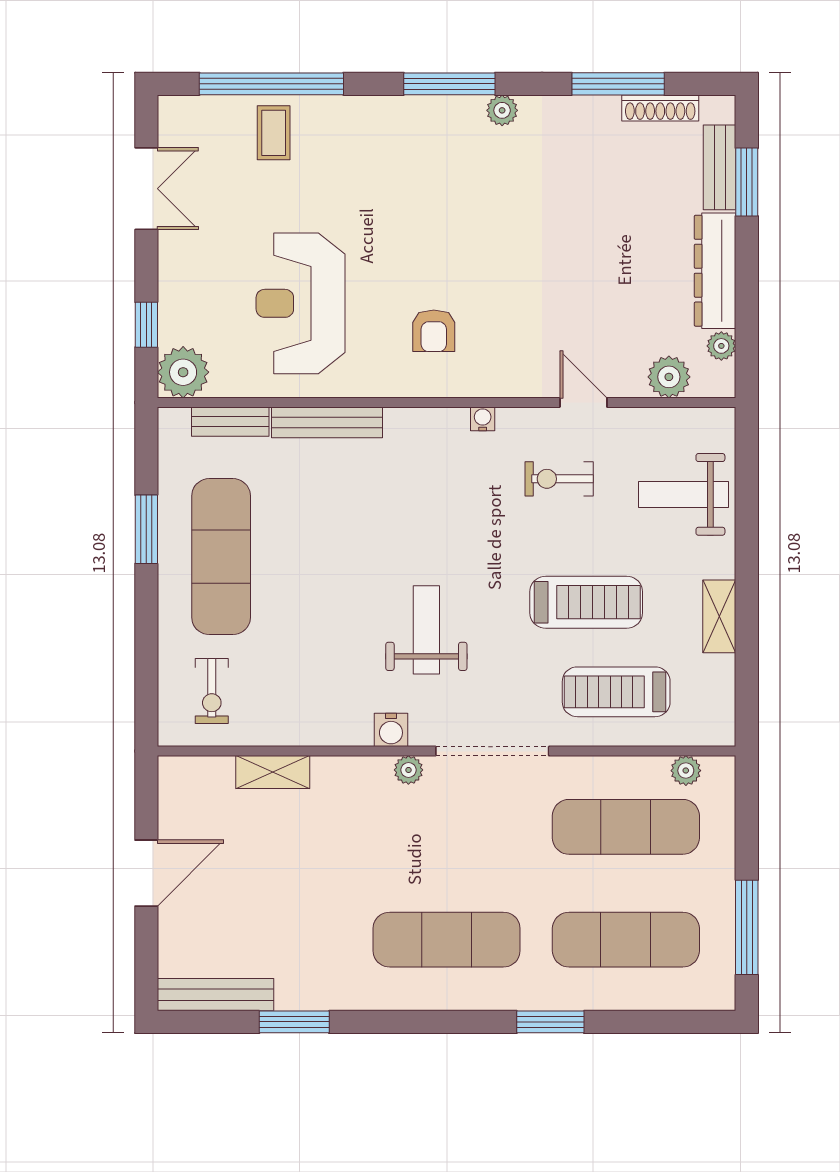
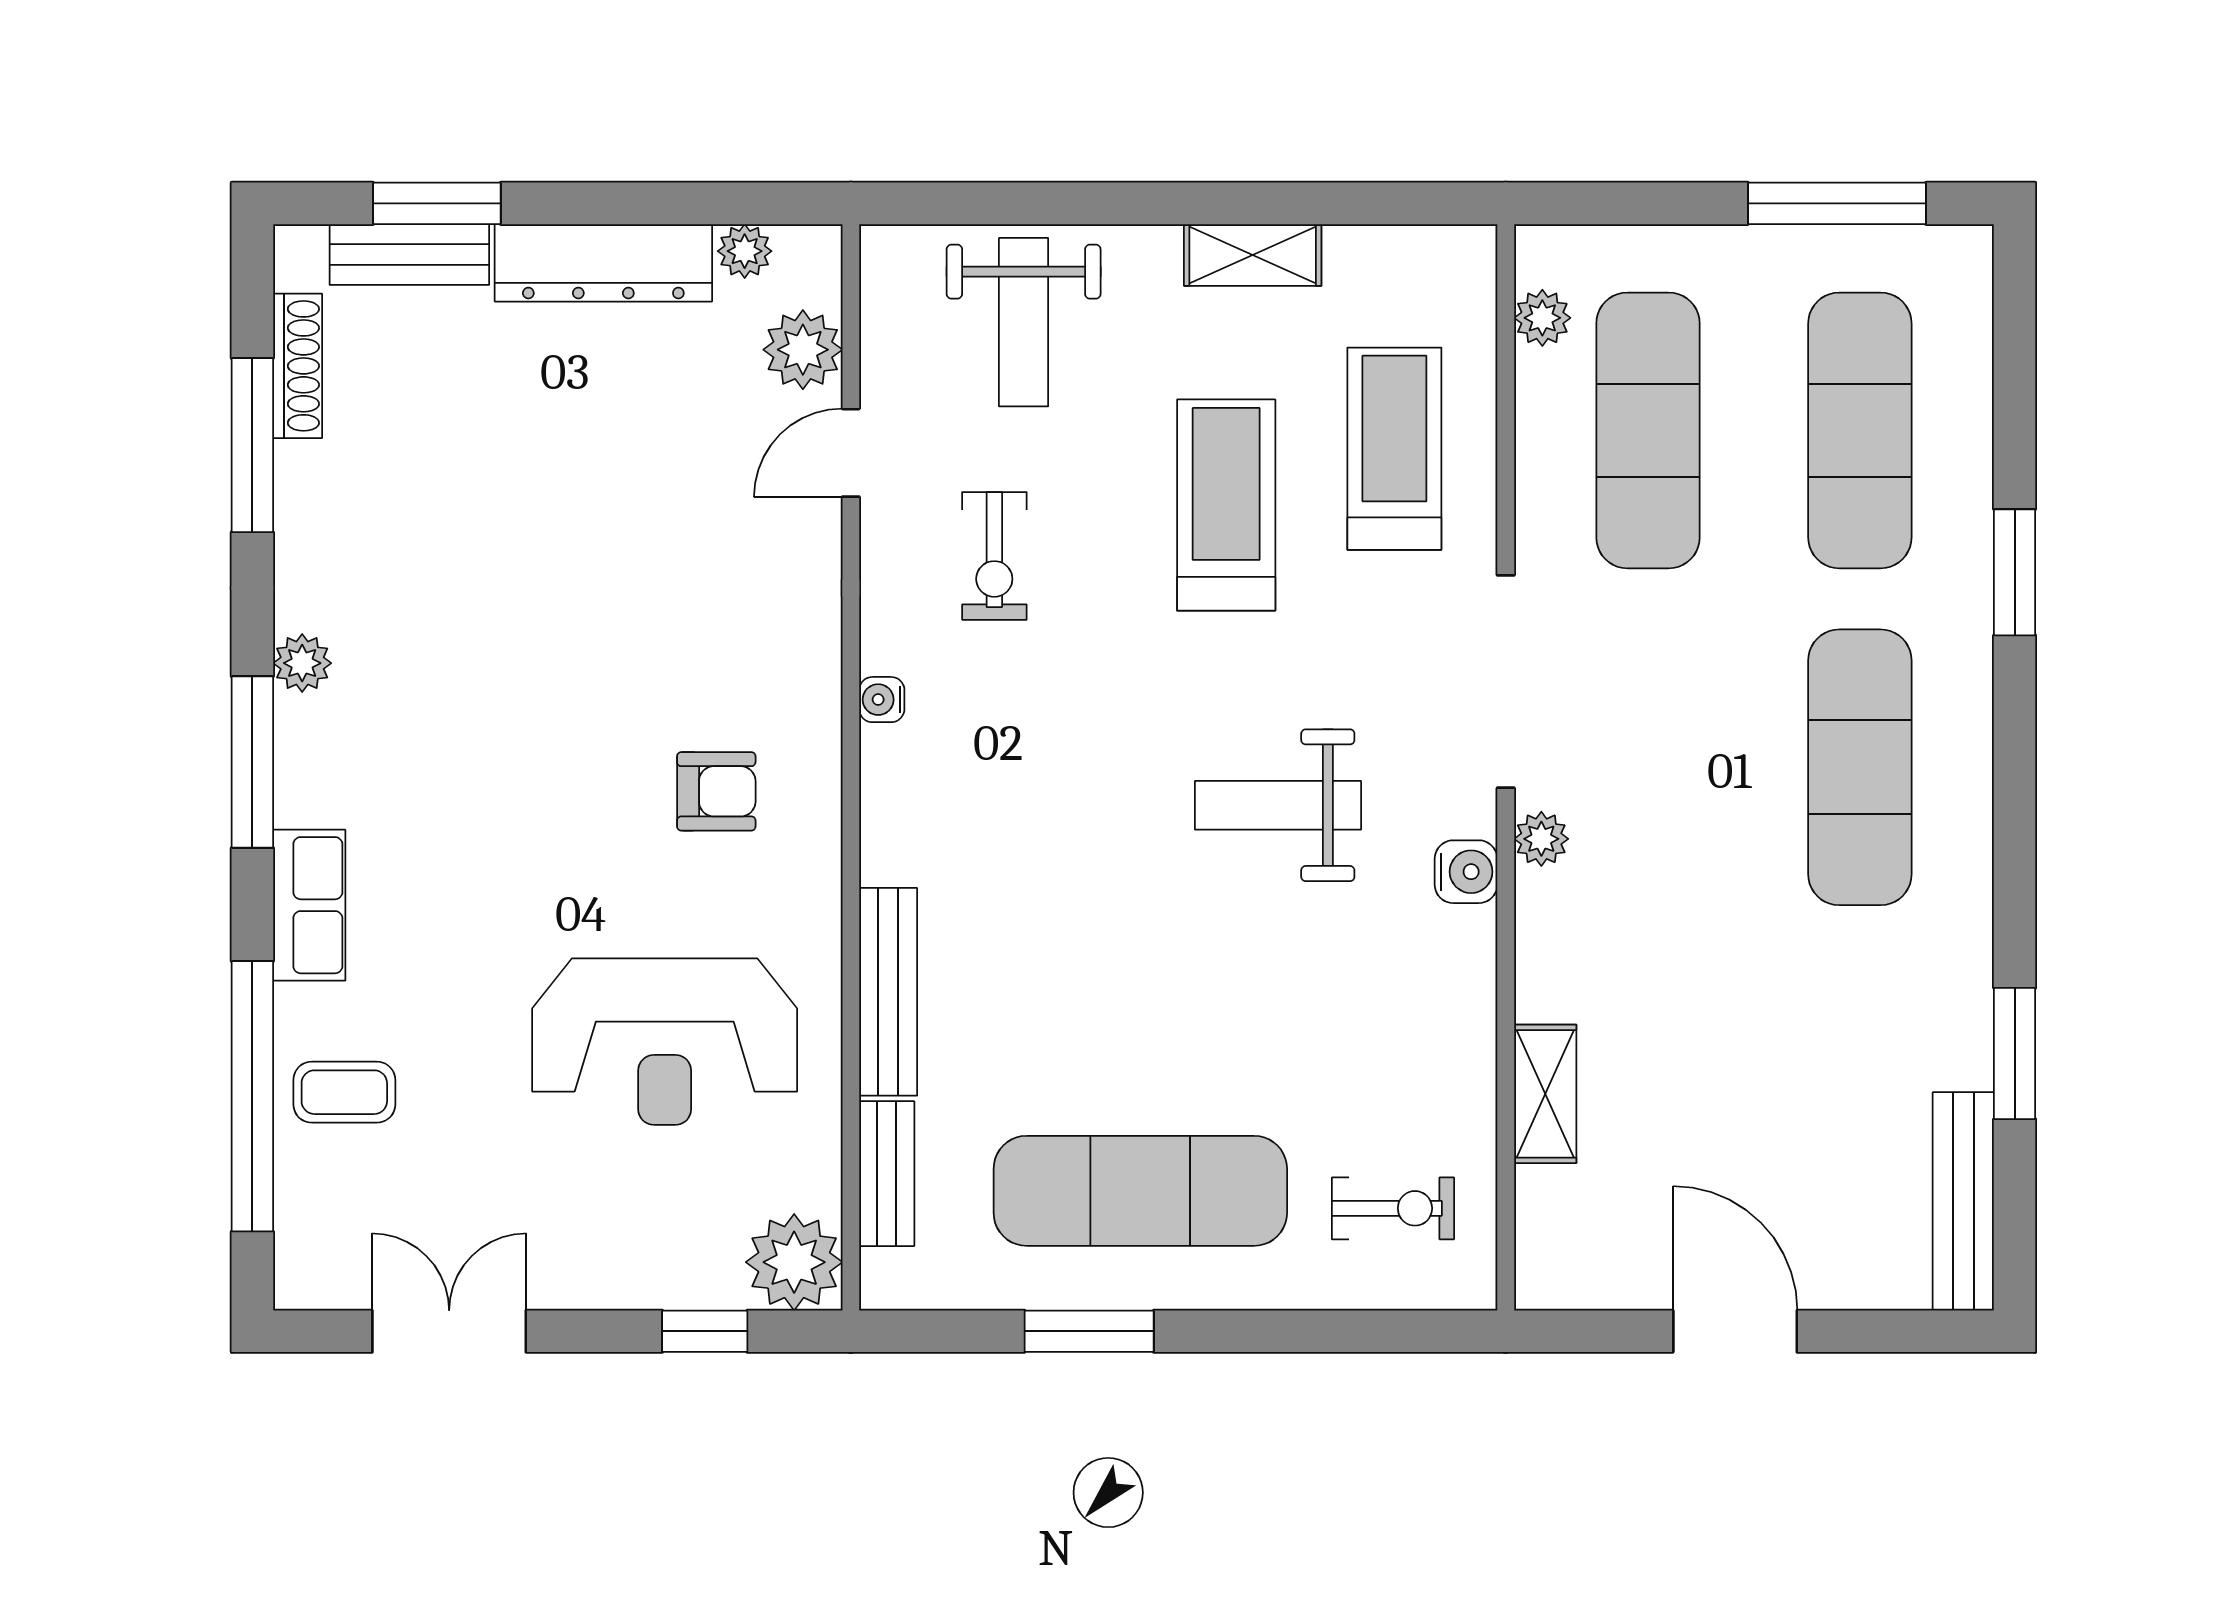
row of seats: (373, 114) -> (309, 905), added
door: (583, 402) -> (851, 453), moved
treadmill: (616, 692) -> (1394, 449), turned 180

